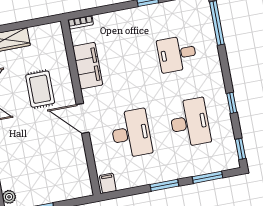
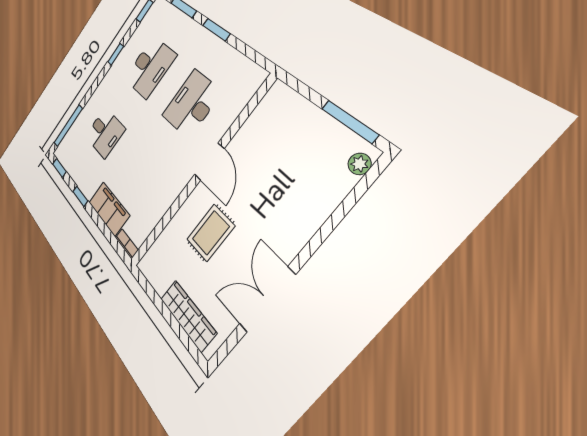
filing cabinet: (88, 66) -> (109, 209), moved, turned 90
desk: (190, 123) -> (150, 67), turned 180
filing cabinet: (108, 183) -> (254, 77), removed

